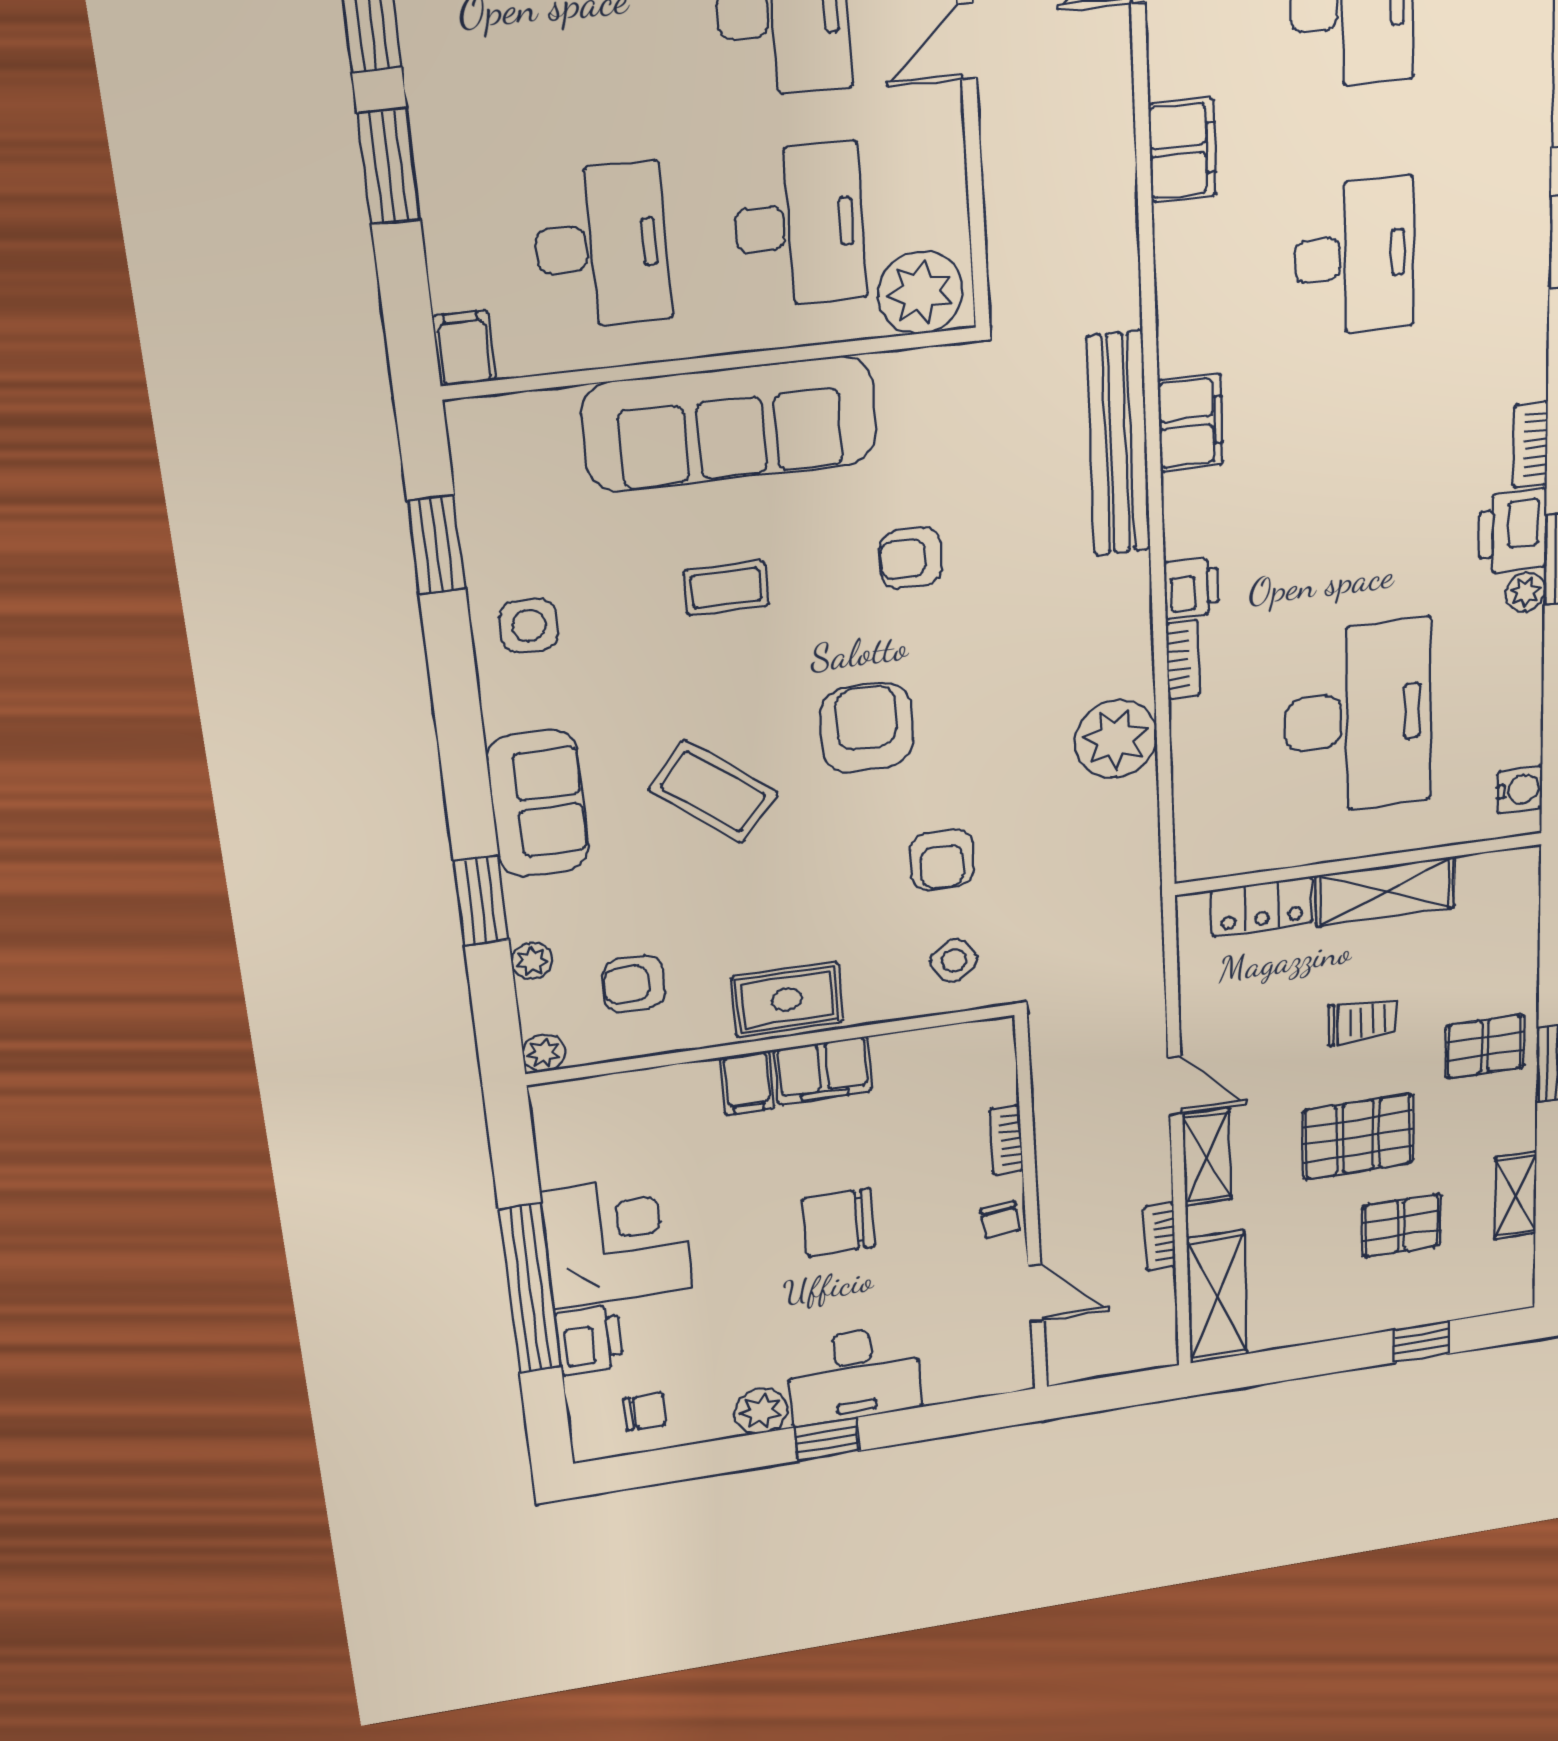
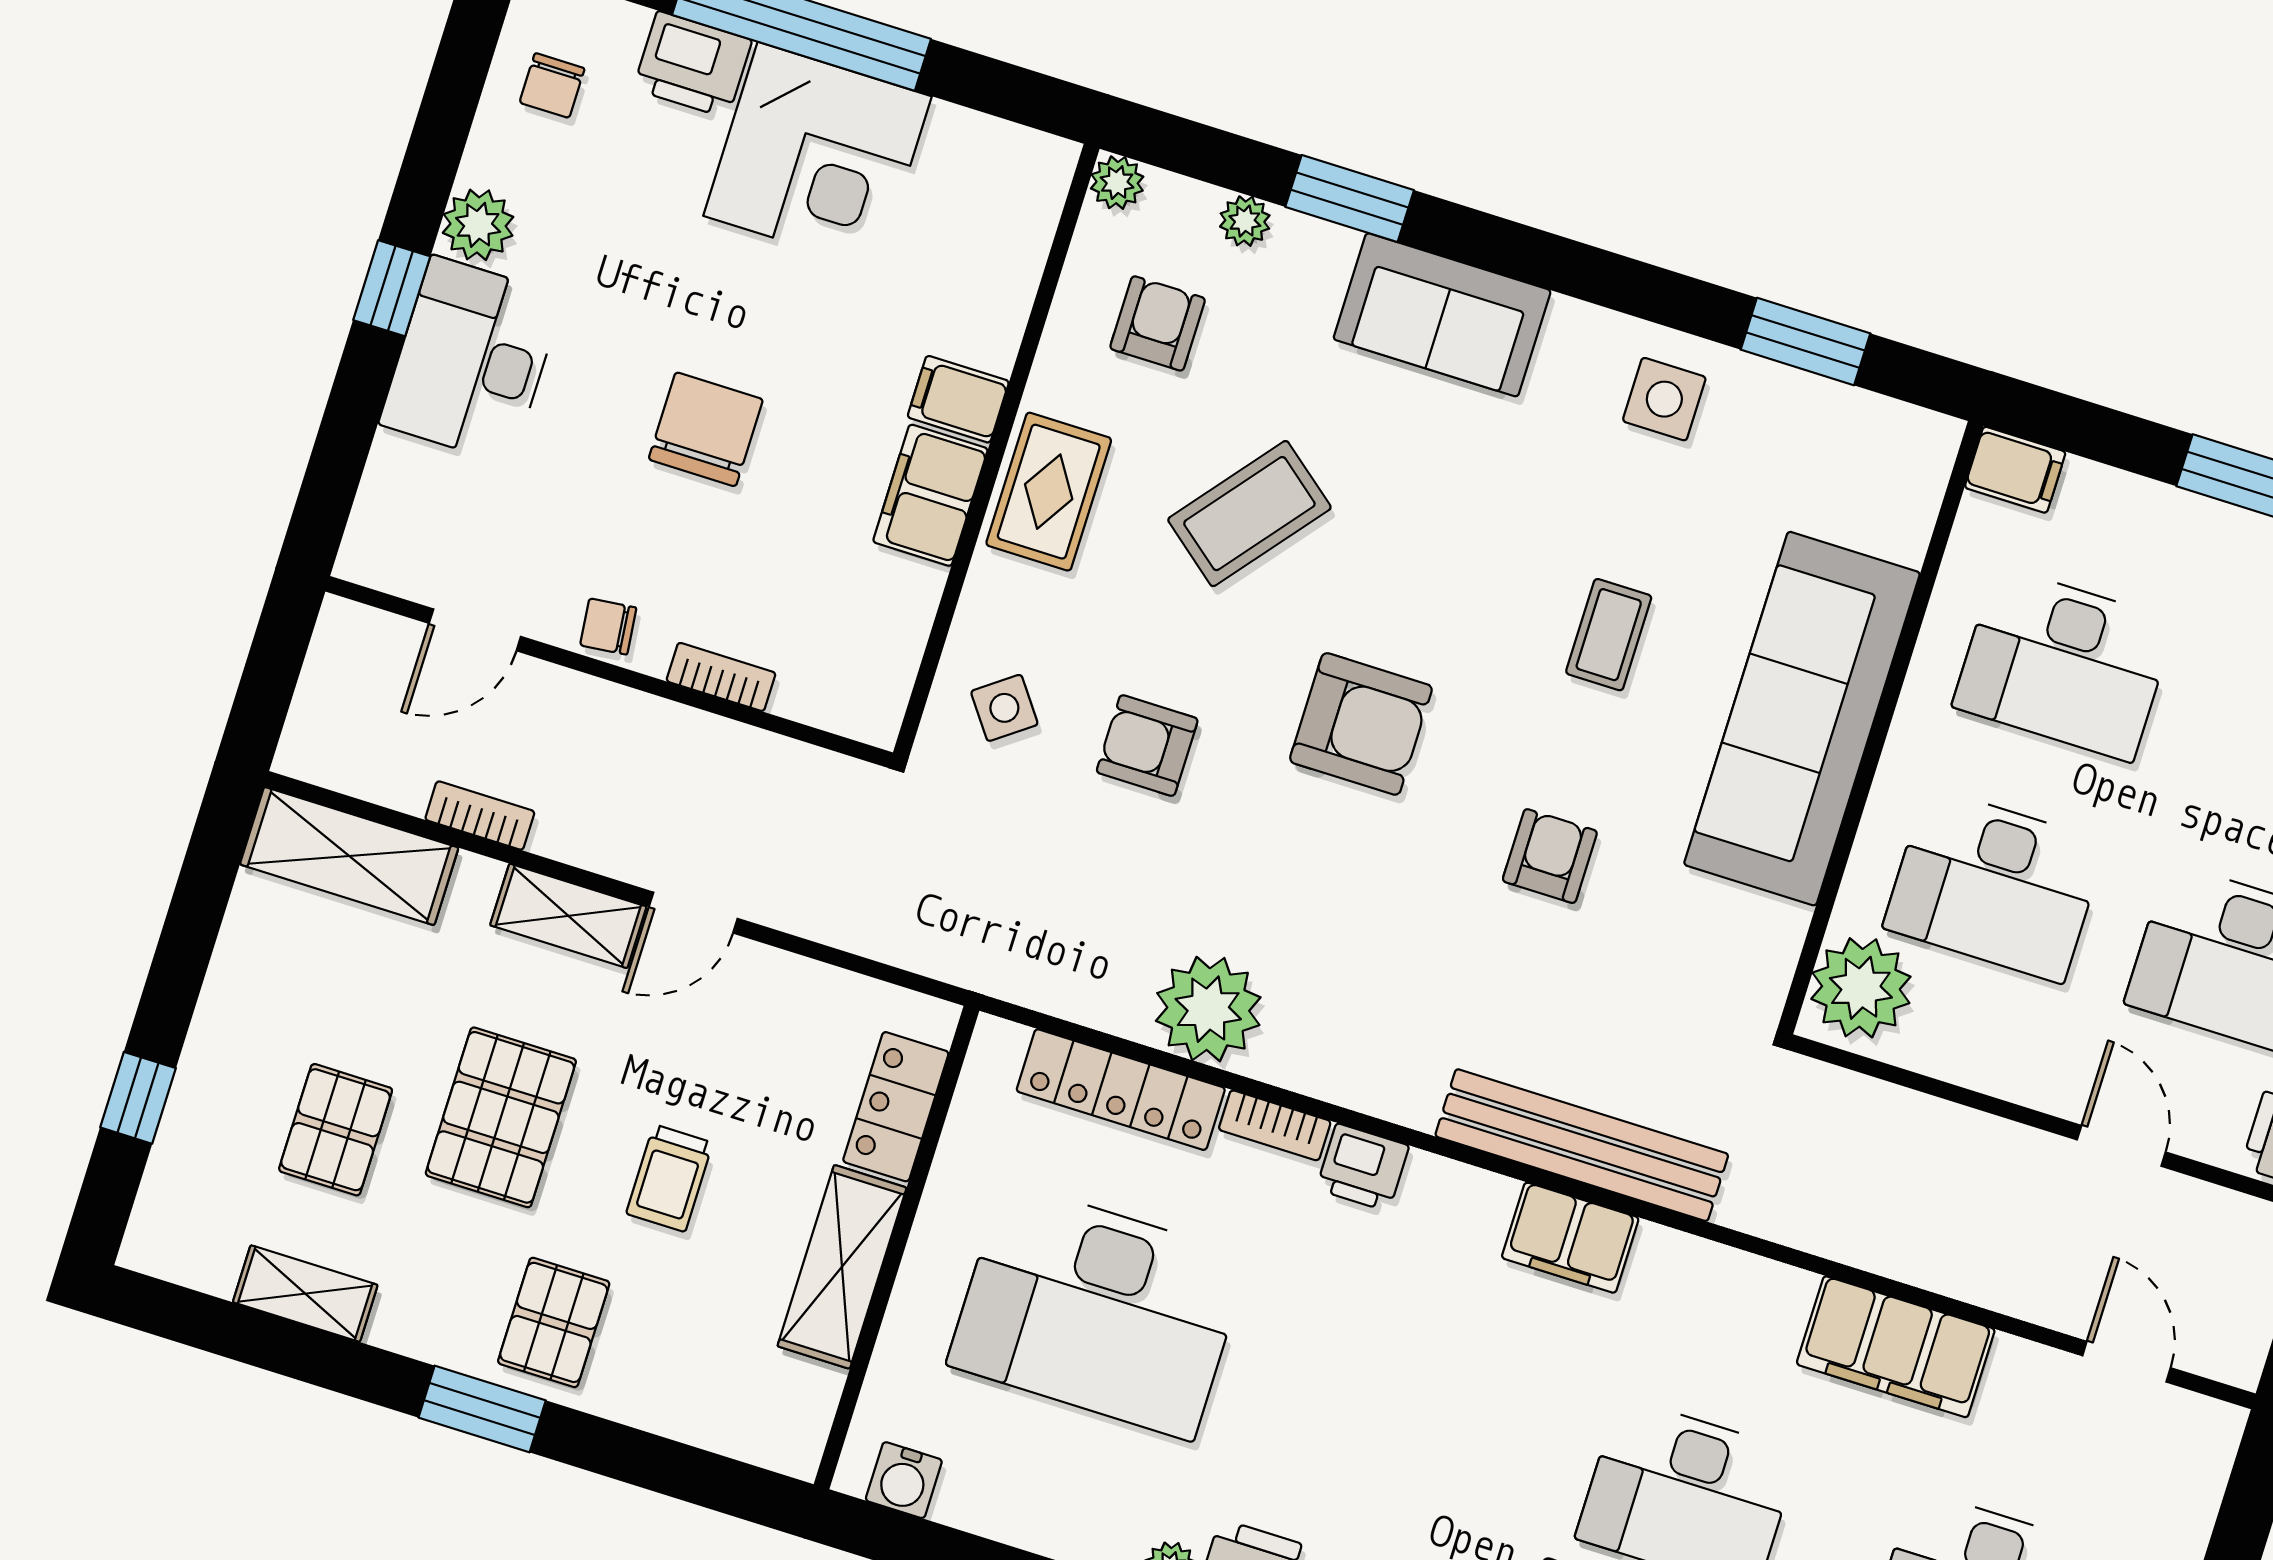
filing cabinet: (1182, 150) -> (1896, 1347), width x1.50, depth x1.17
locker: (1196, 771) -> (1121, 1090), added
coffee table: (713, 791) -> (1249, 514), moved

